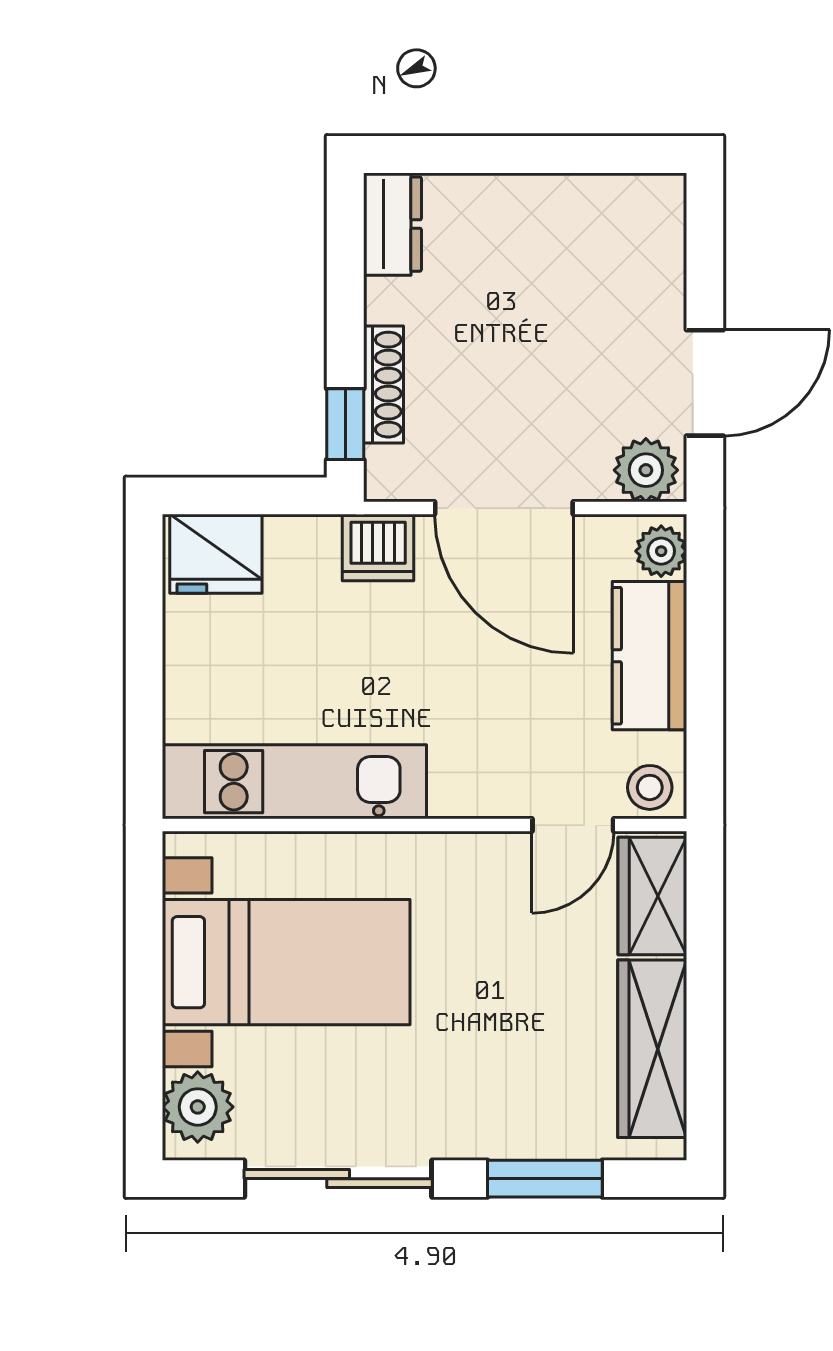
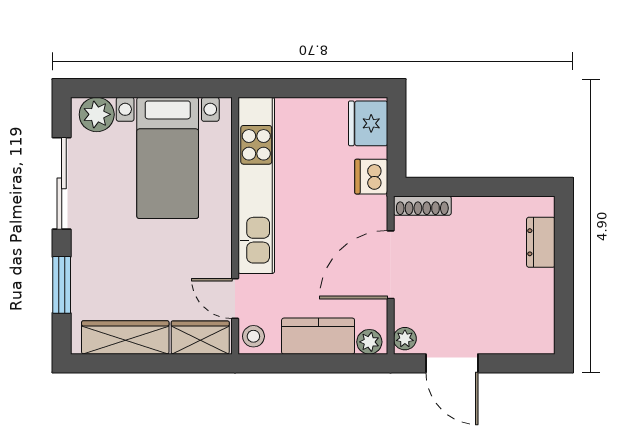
dresser: (392, 224) -> (541, 242), moved, turned 90
shoe rack: (383, 385) -> (422, 206), moved
window: (345, 424) -> (432, 187), removed
plant: (646, 470) -> (405, 339), width x0.73, depth x0.73
dishwasher: (378, 547) -> (371, 177), moved
kitchen unit: (294, 782) -> (256, 185), width x1.36

